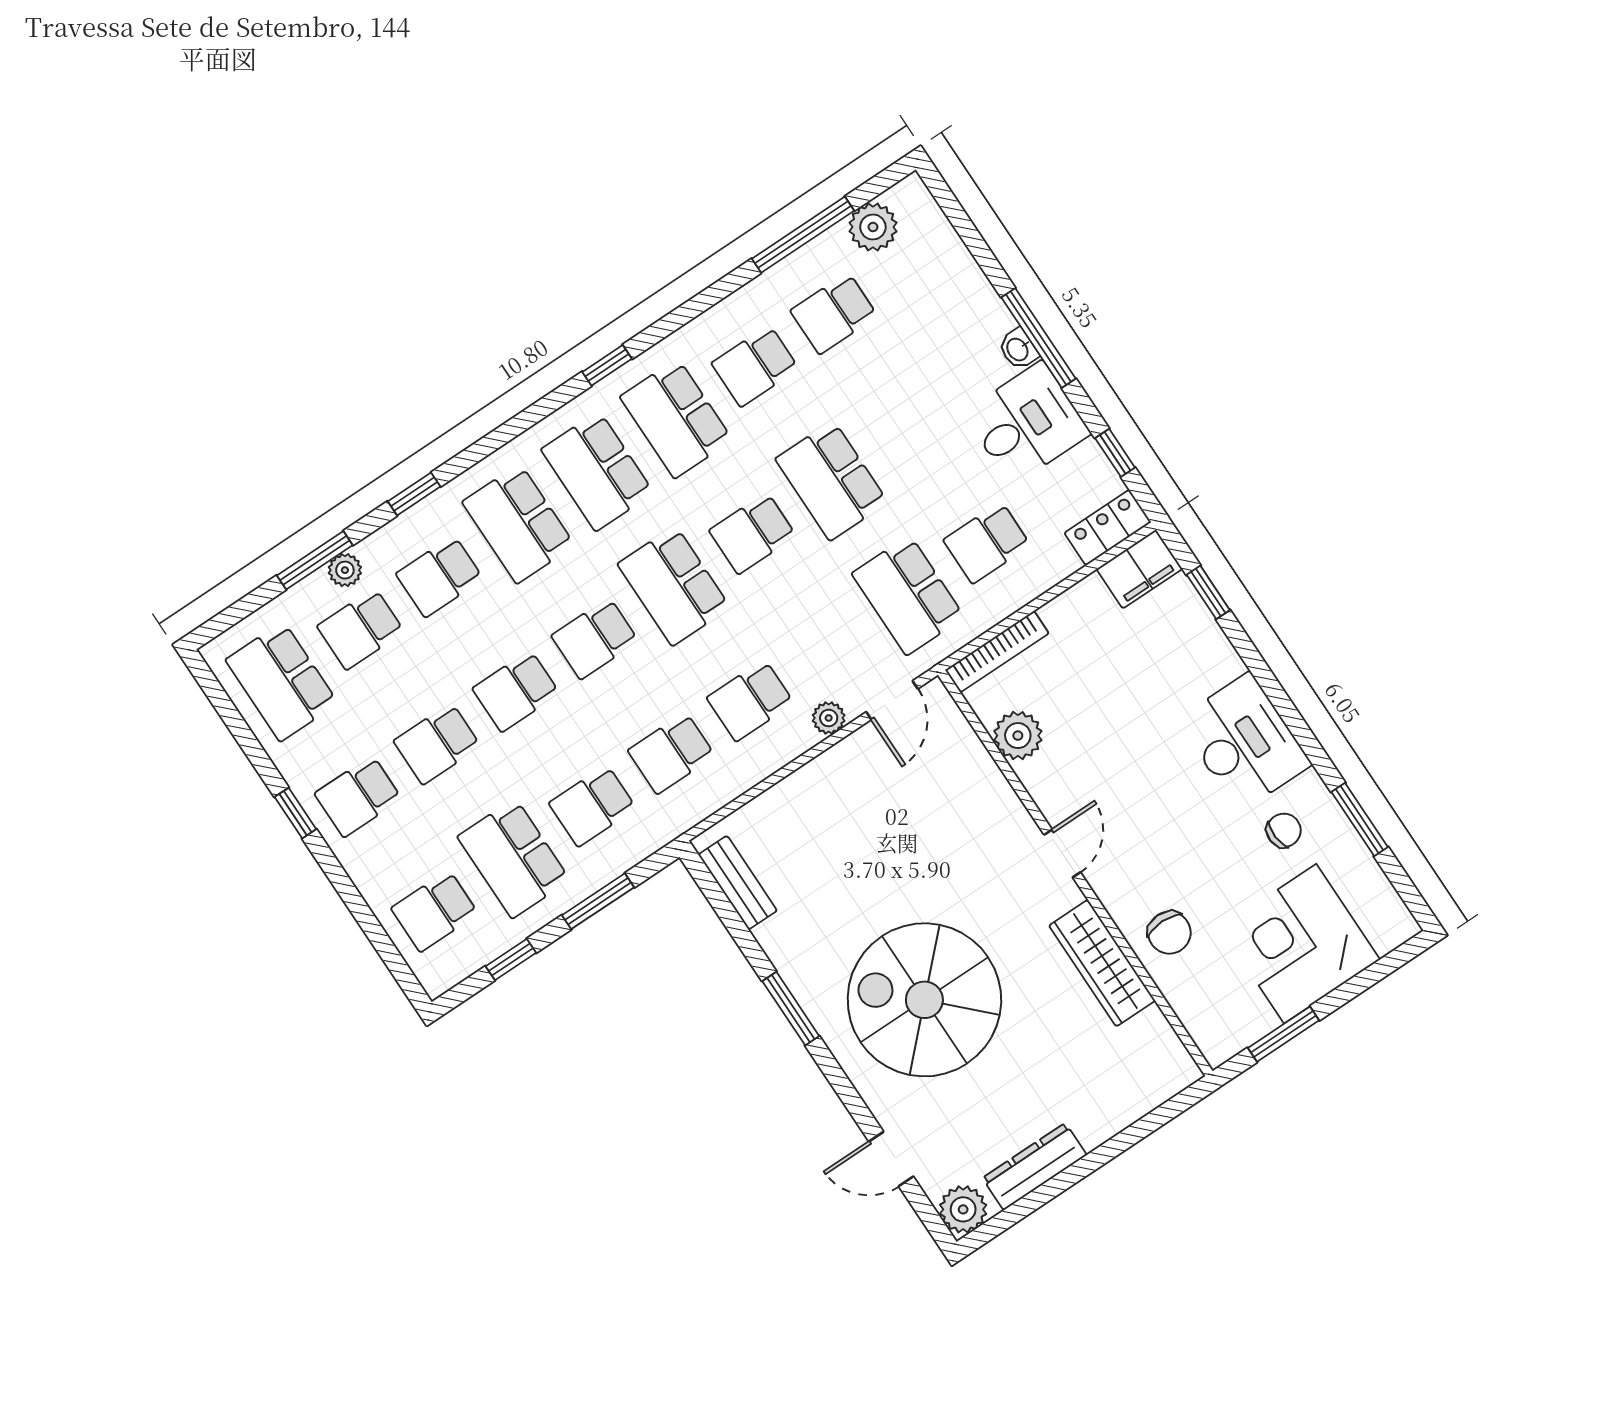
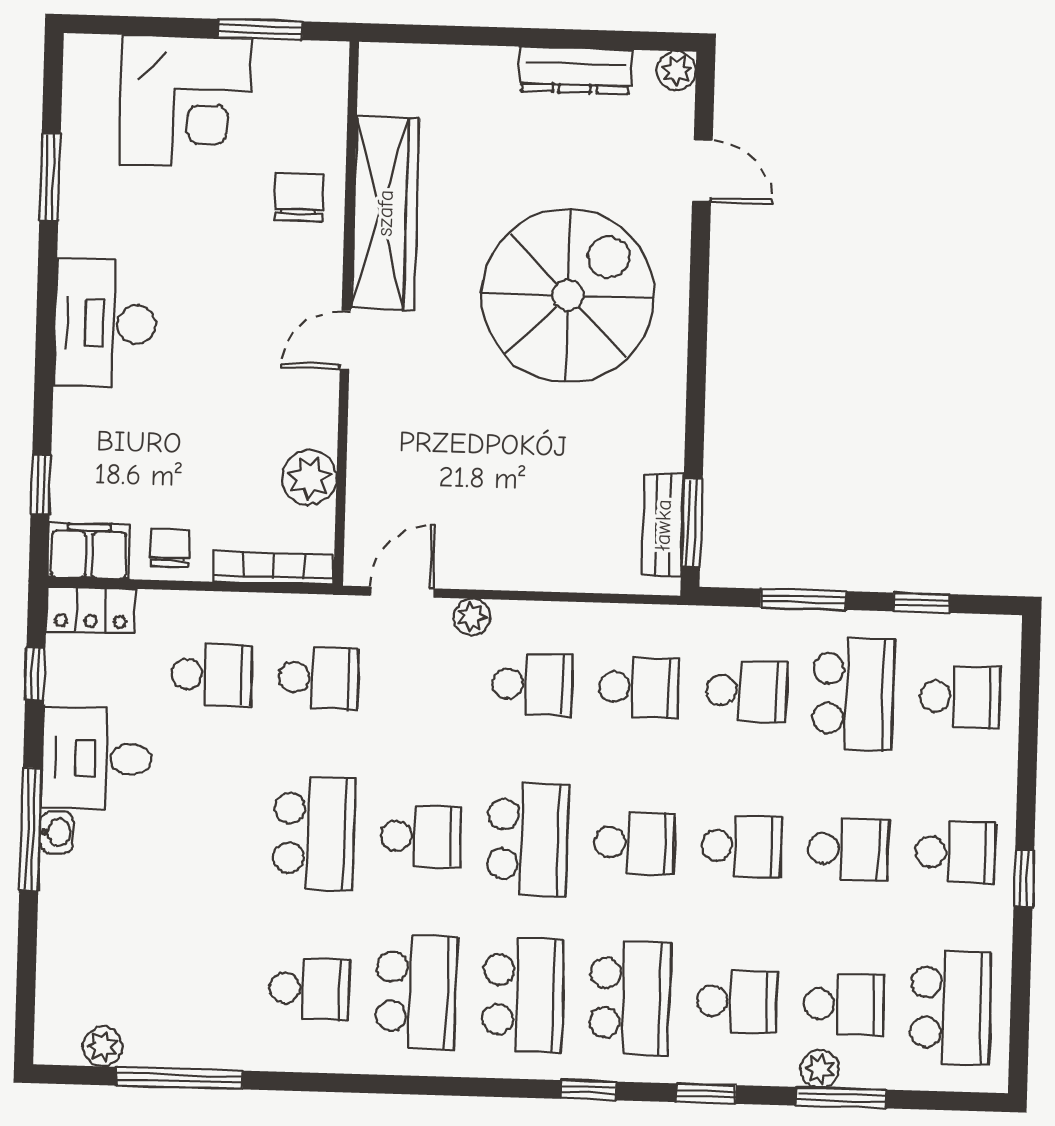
plant: (873, 227) -> (103, 1047), width x0.73, depth x0.73
school desk: (834, 313) -> (202, 986), removed
window: (607, 365) -> (589, 1090), moved
school desk: (908, 595) -> (319, 678), width x0.54
chair: (1284, 830) -> (170, 548), moved, turned 94
wardrobe: (1102, 963) -> (385, 213), width x1.40, depth x1.17
spiral stairs: (924, 1000) -> (568, 295), turned -90
window: (791, 1009) -> (692, 523), moved
plant: (963, 1209) -> (677, 71), width x0.73, depth x0.73

